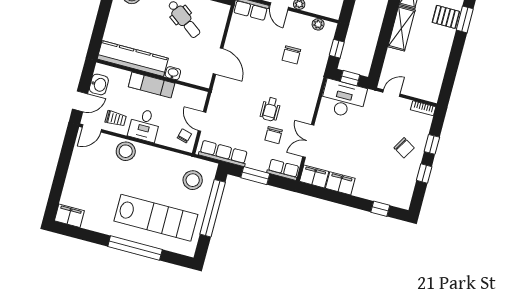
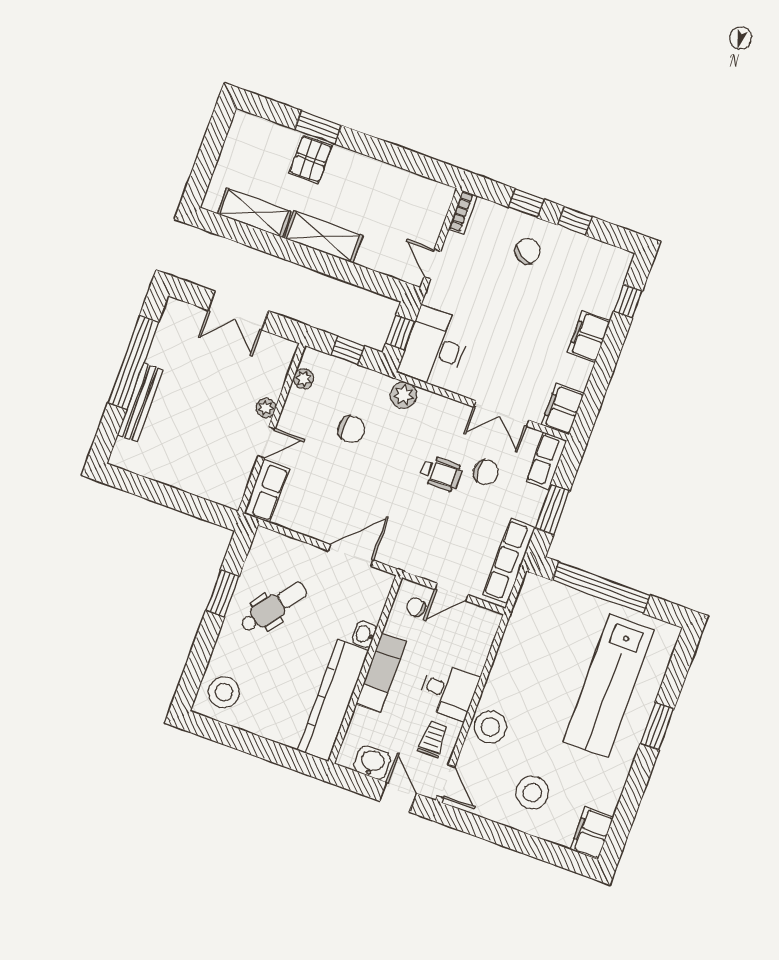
plant: (314, 83) -> (404, 395), added
chair: (184, 136) -> (416, 607), moved
stool: (193, 180) -> (532, 793), moved
filing cabinet: (340, 183) -> (589, 336), moved
lab bench: (156, 218) -> (609, 686), turned 180
window: (135, 248) -> (657, 726), width x0.47

